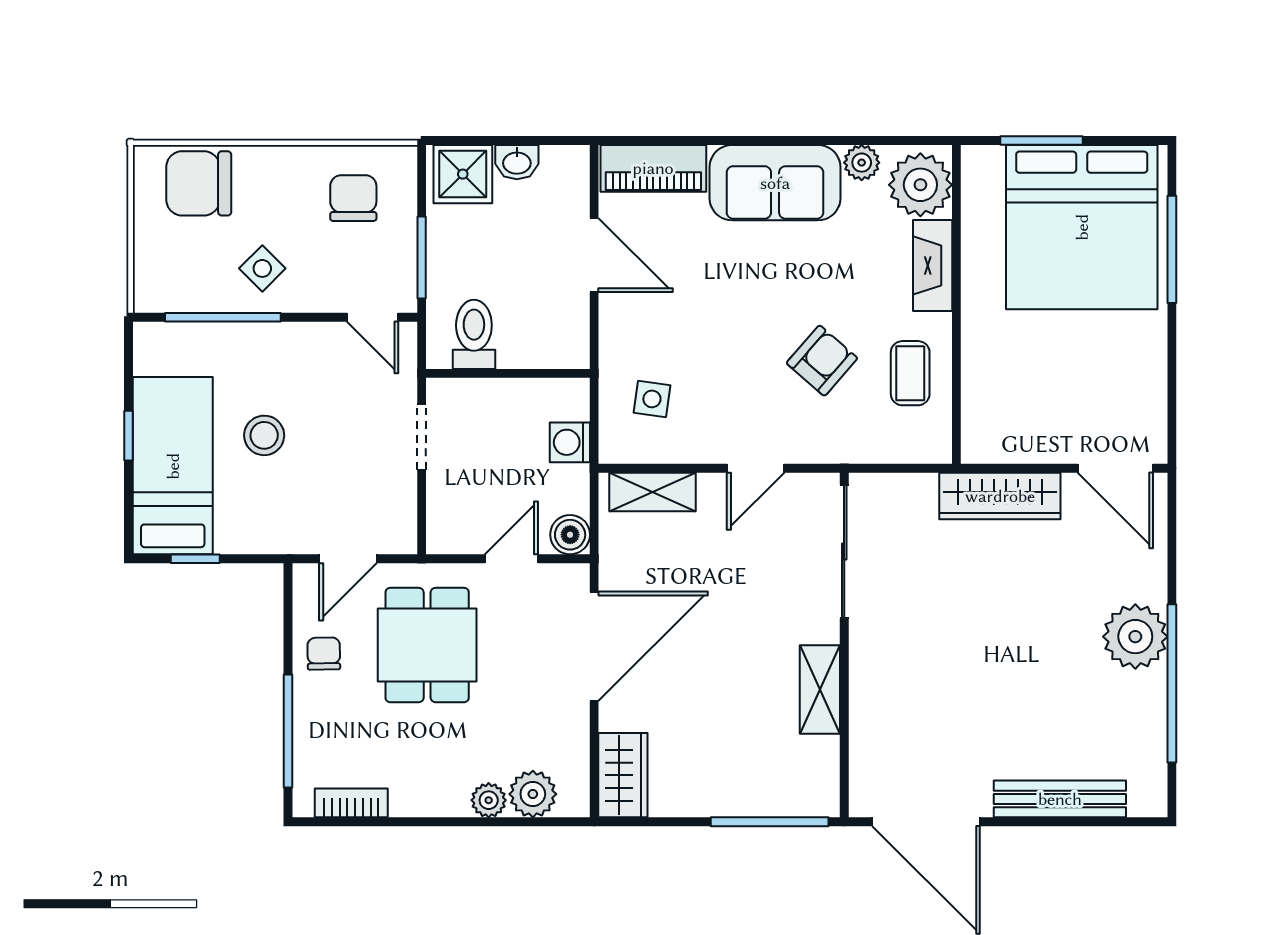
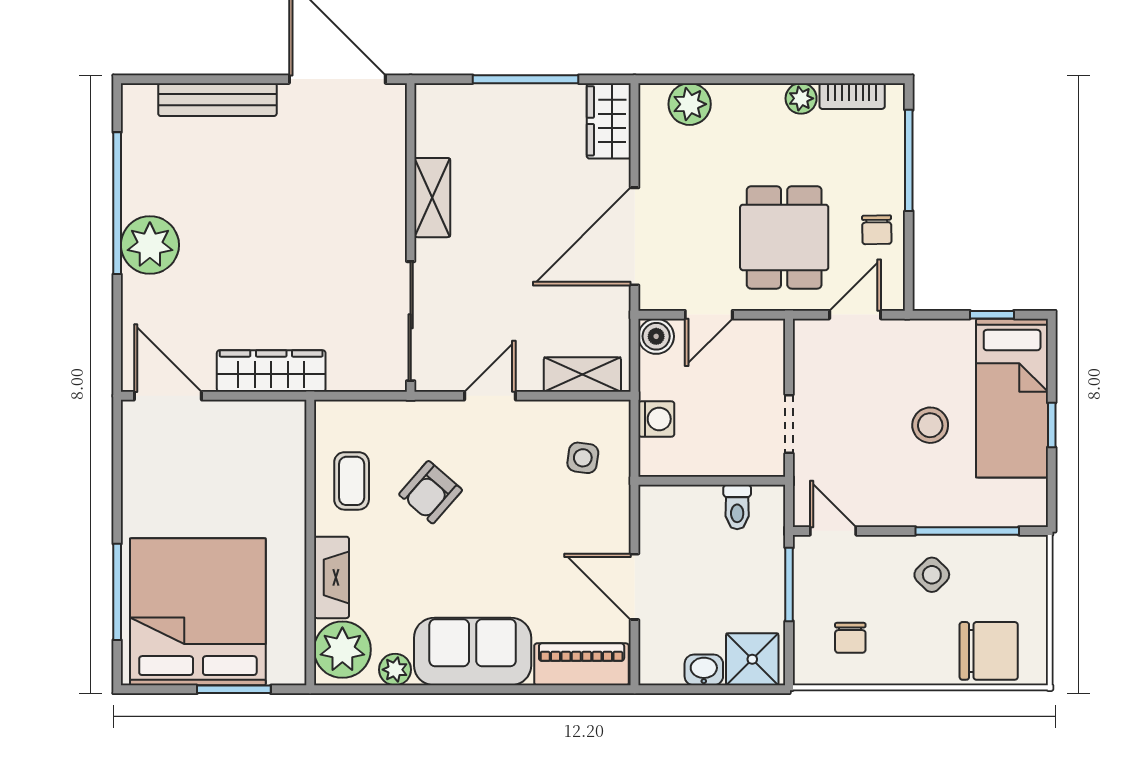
chair: (353, 198) -> (850, 638), width x0.73, depth x0.73
toilet: (474, 334) -> (737, 507), width x0.73, depth x0.72
plant: (489, 800) -> (801, 98), moved
window: (770, 822) -> (526, 79), moved

